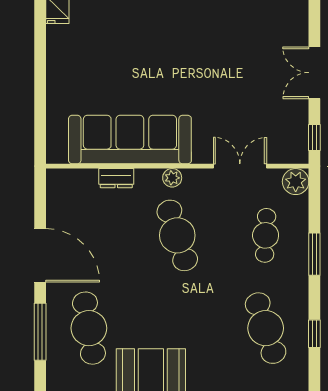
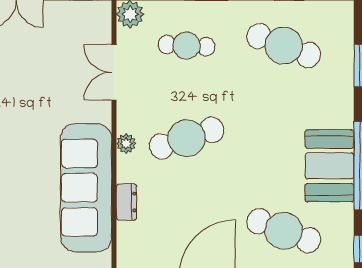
cafe table: (89, 328) -> (284, 231), turned 30
cafe table: (266, 328) -> (284, 46), turned 39

